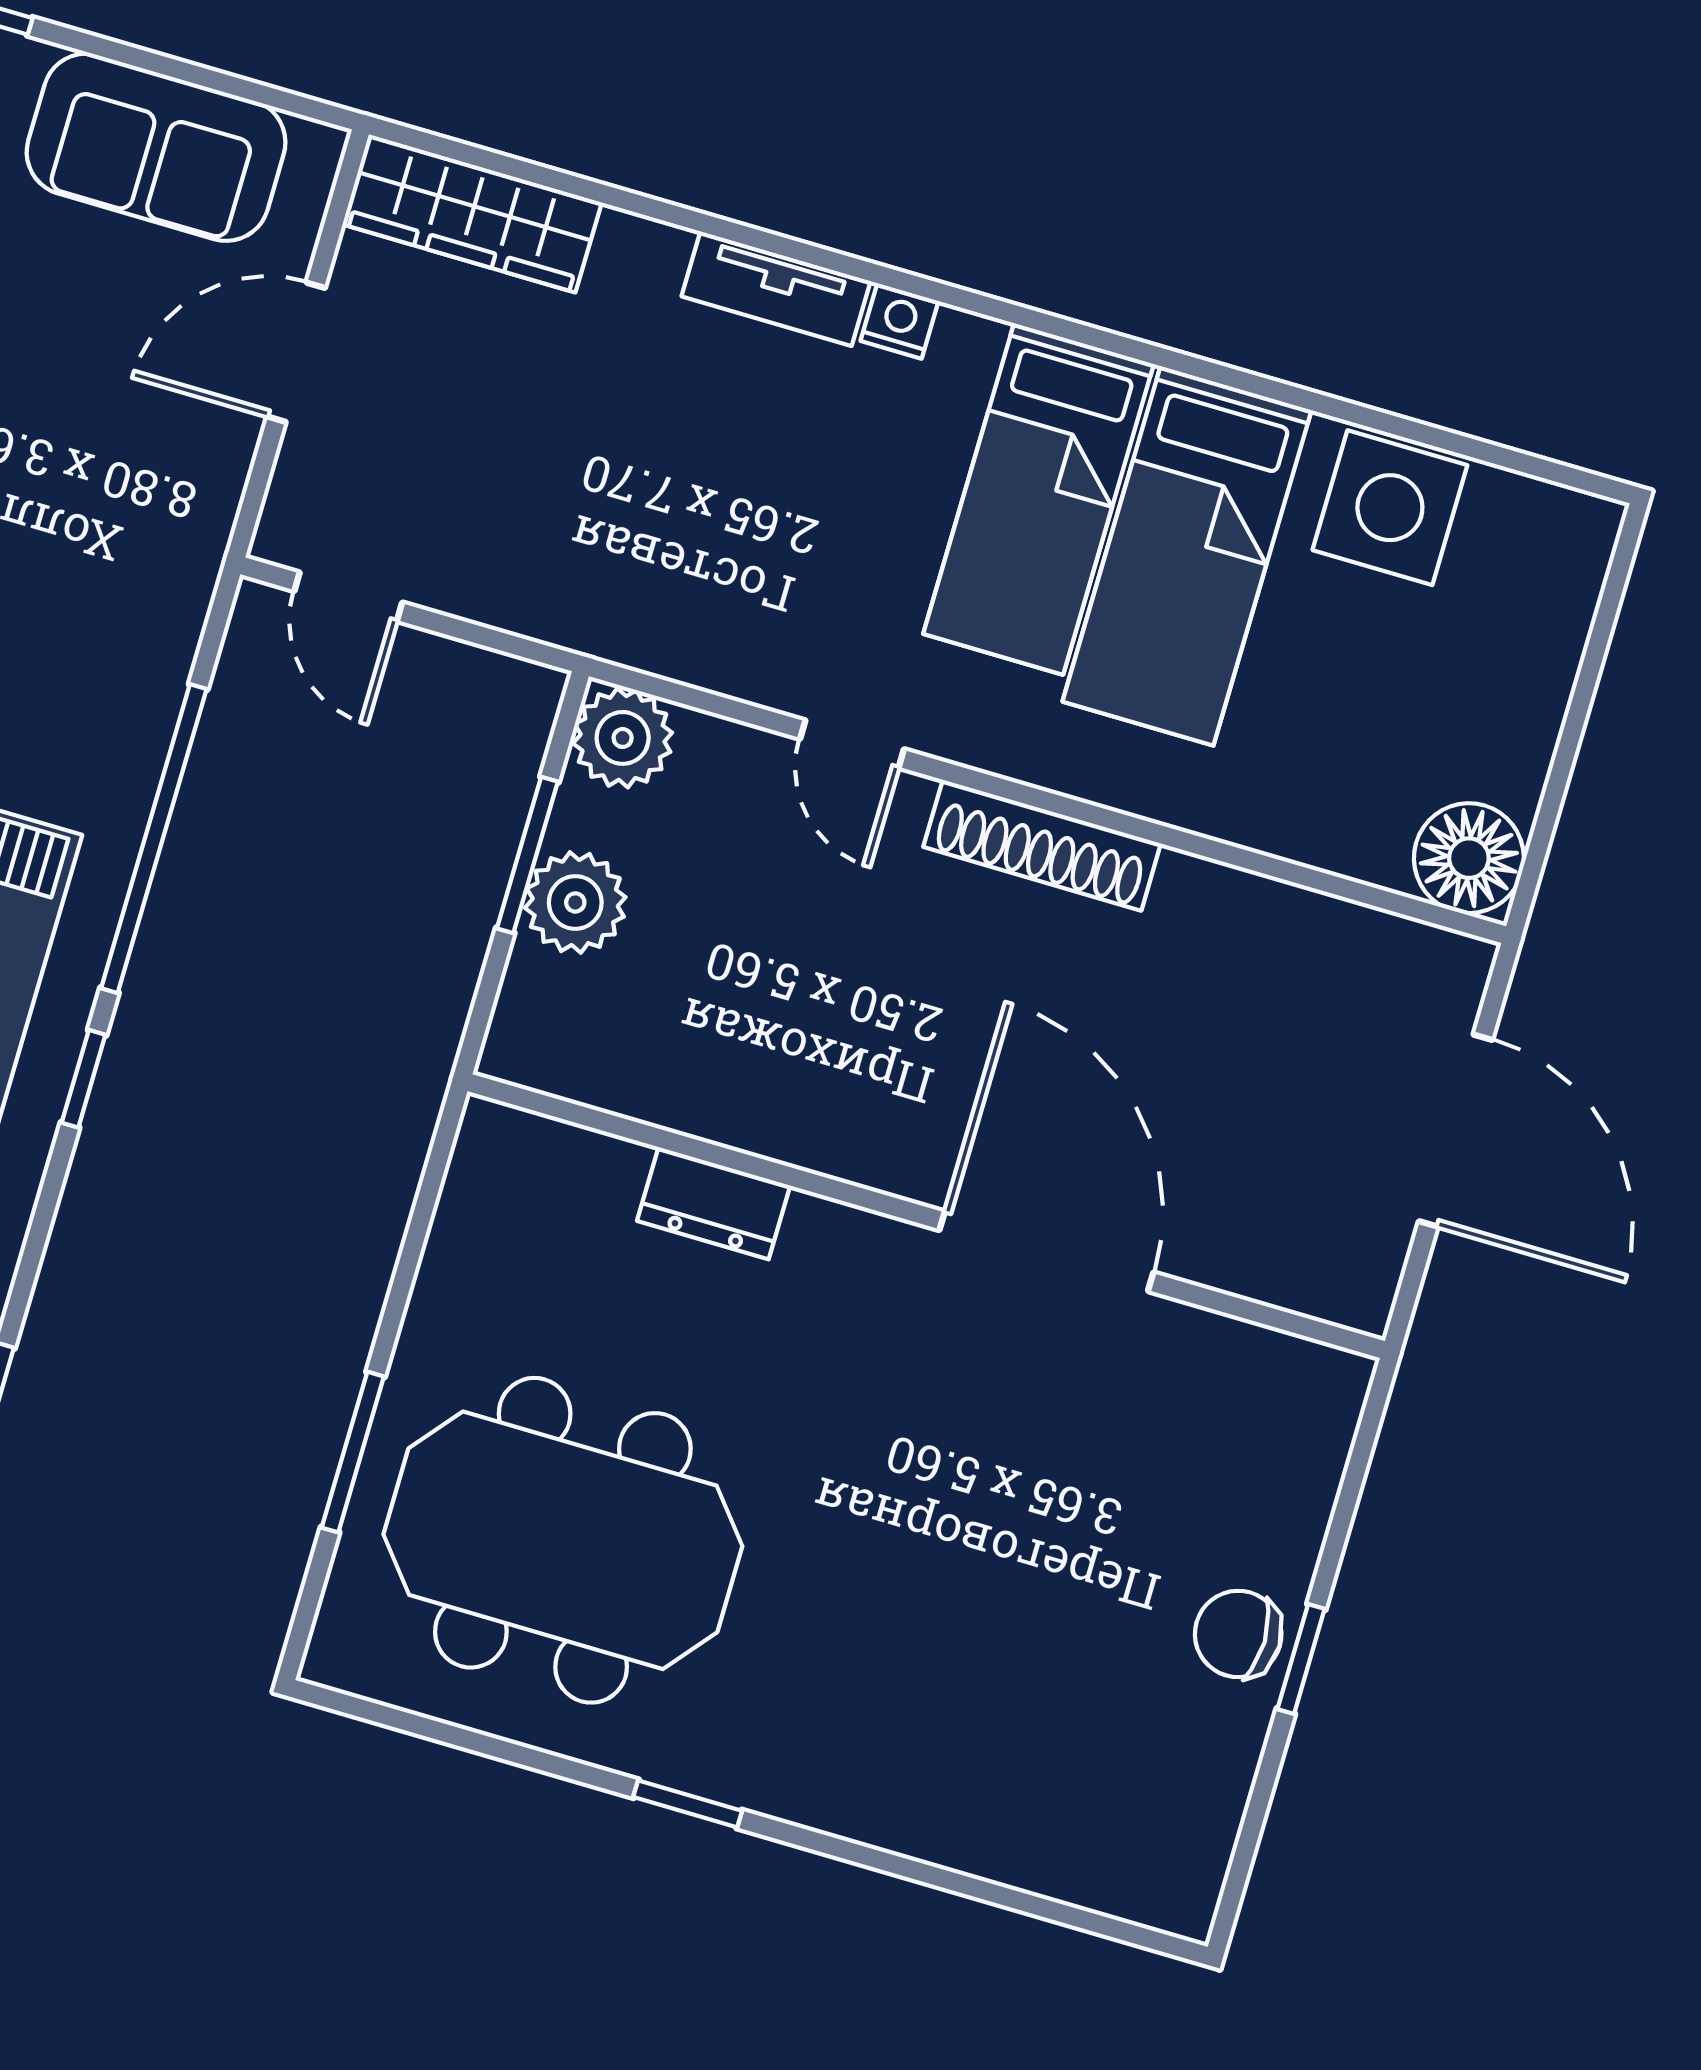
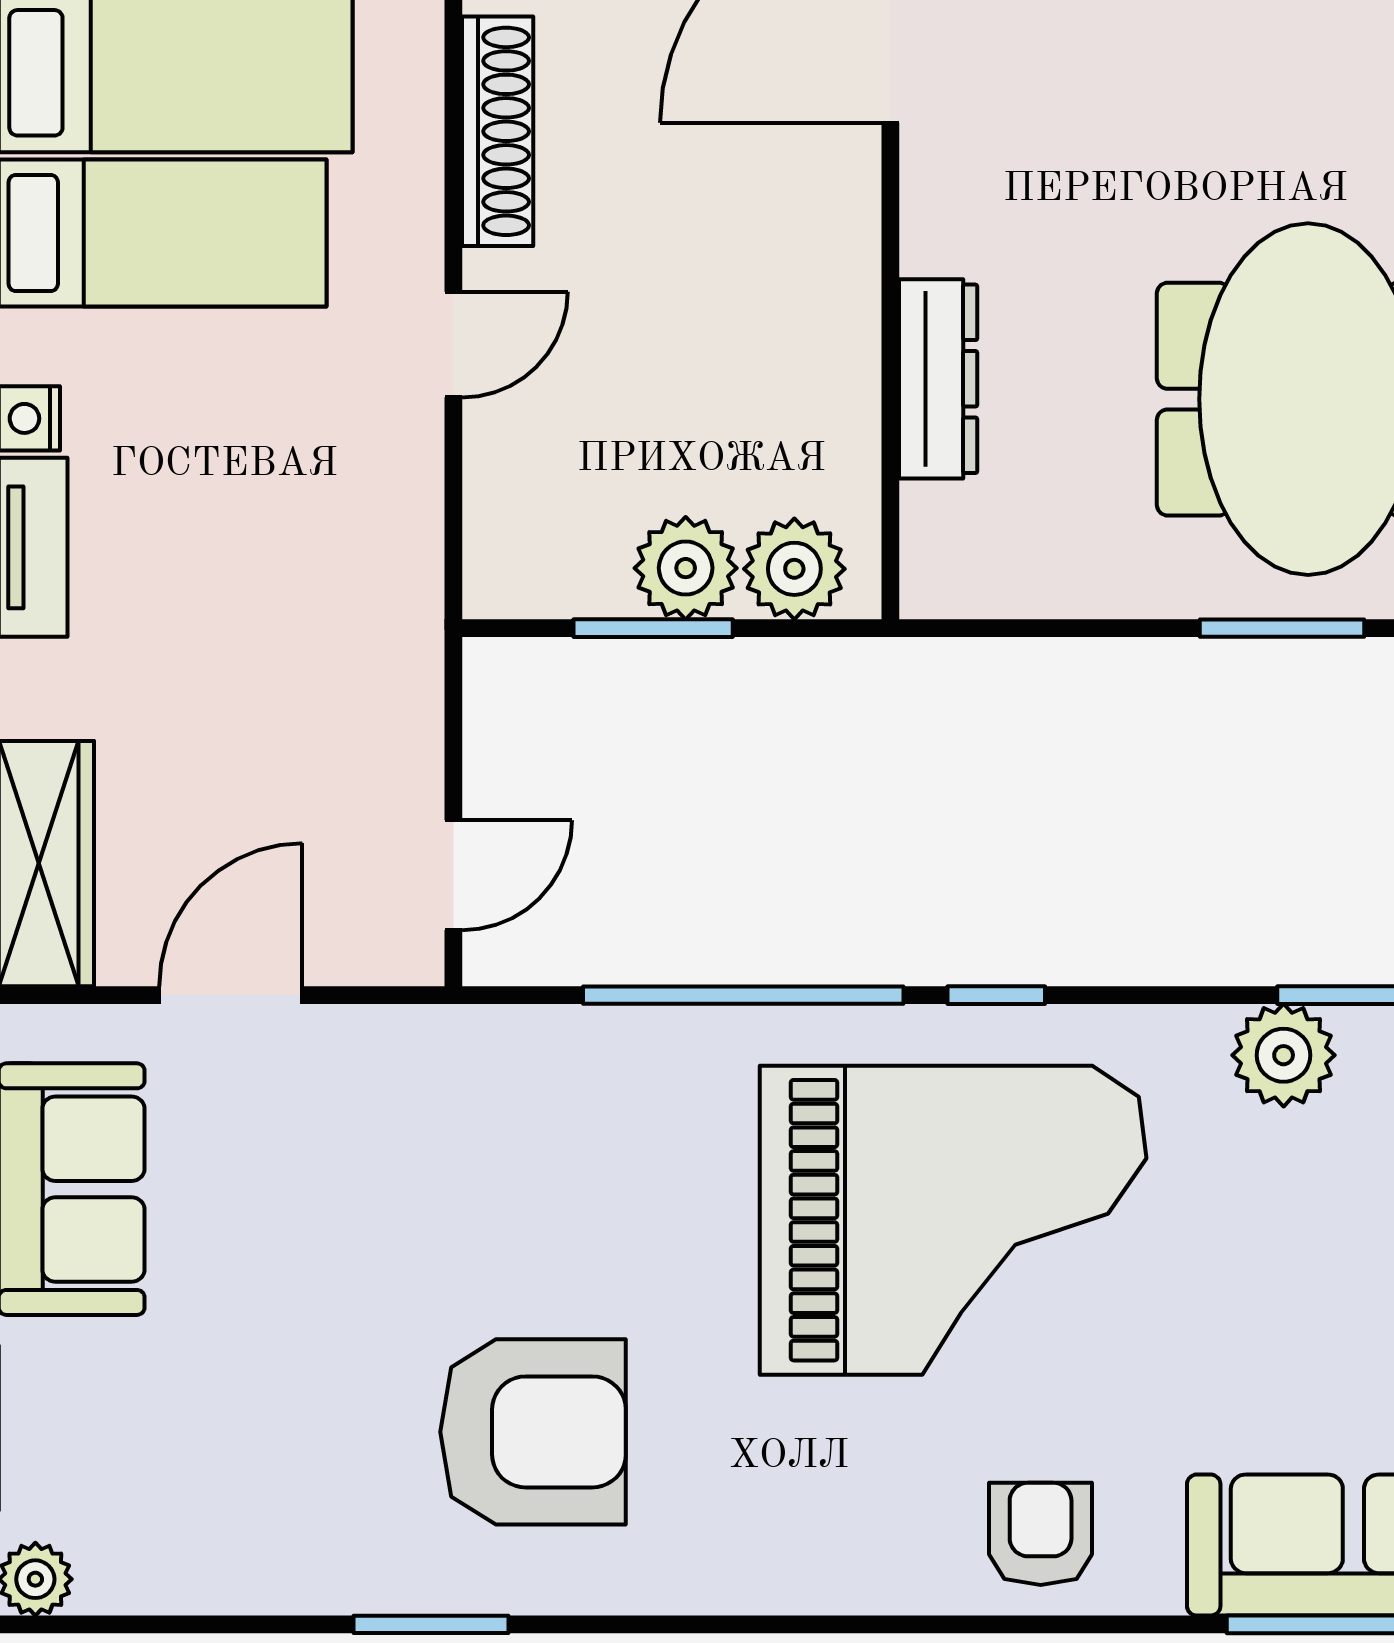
door: (296, 352) -> (231, 995), swing flipped
plant: (623, 738) -> (794, 569), moved
dresser: (714, 1203) -> (938, 379), width x1.44

